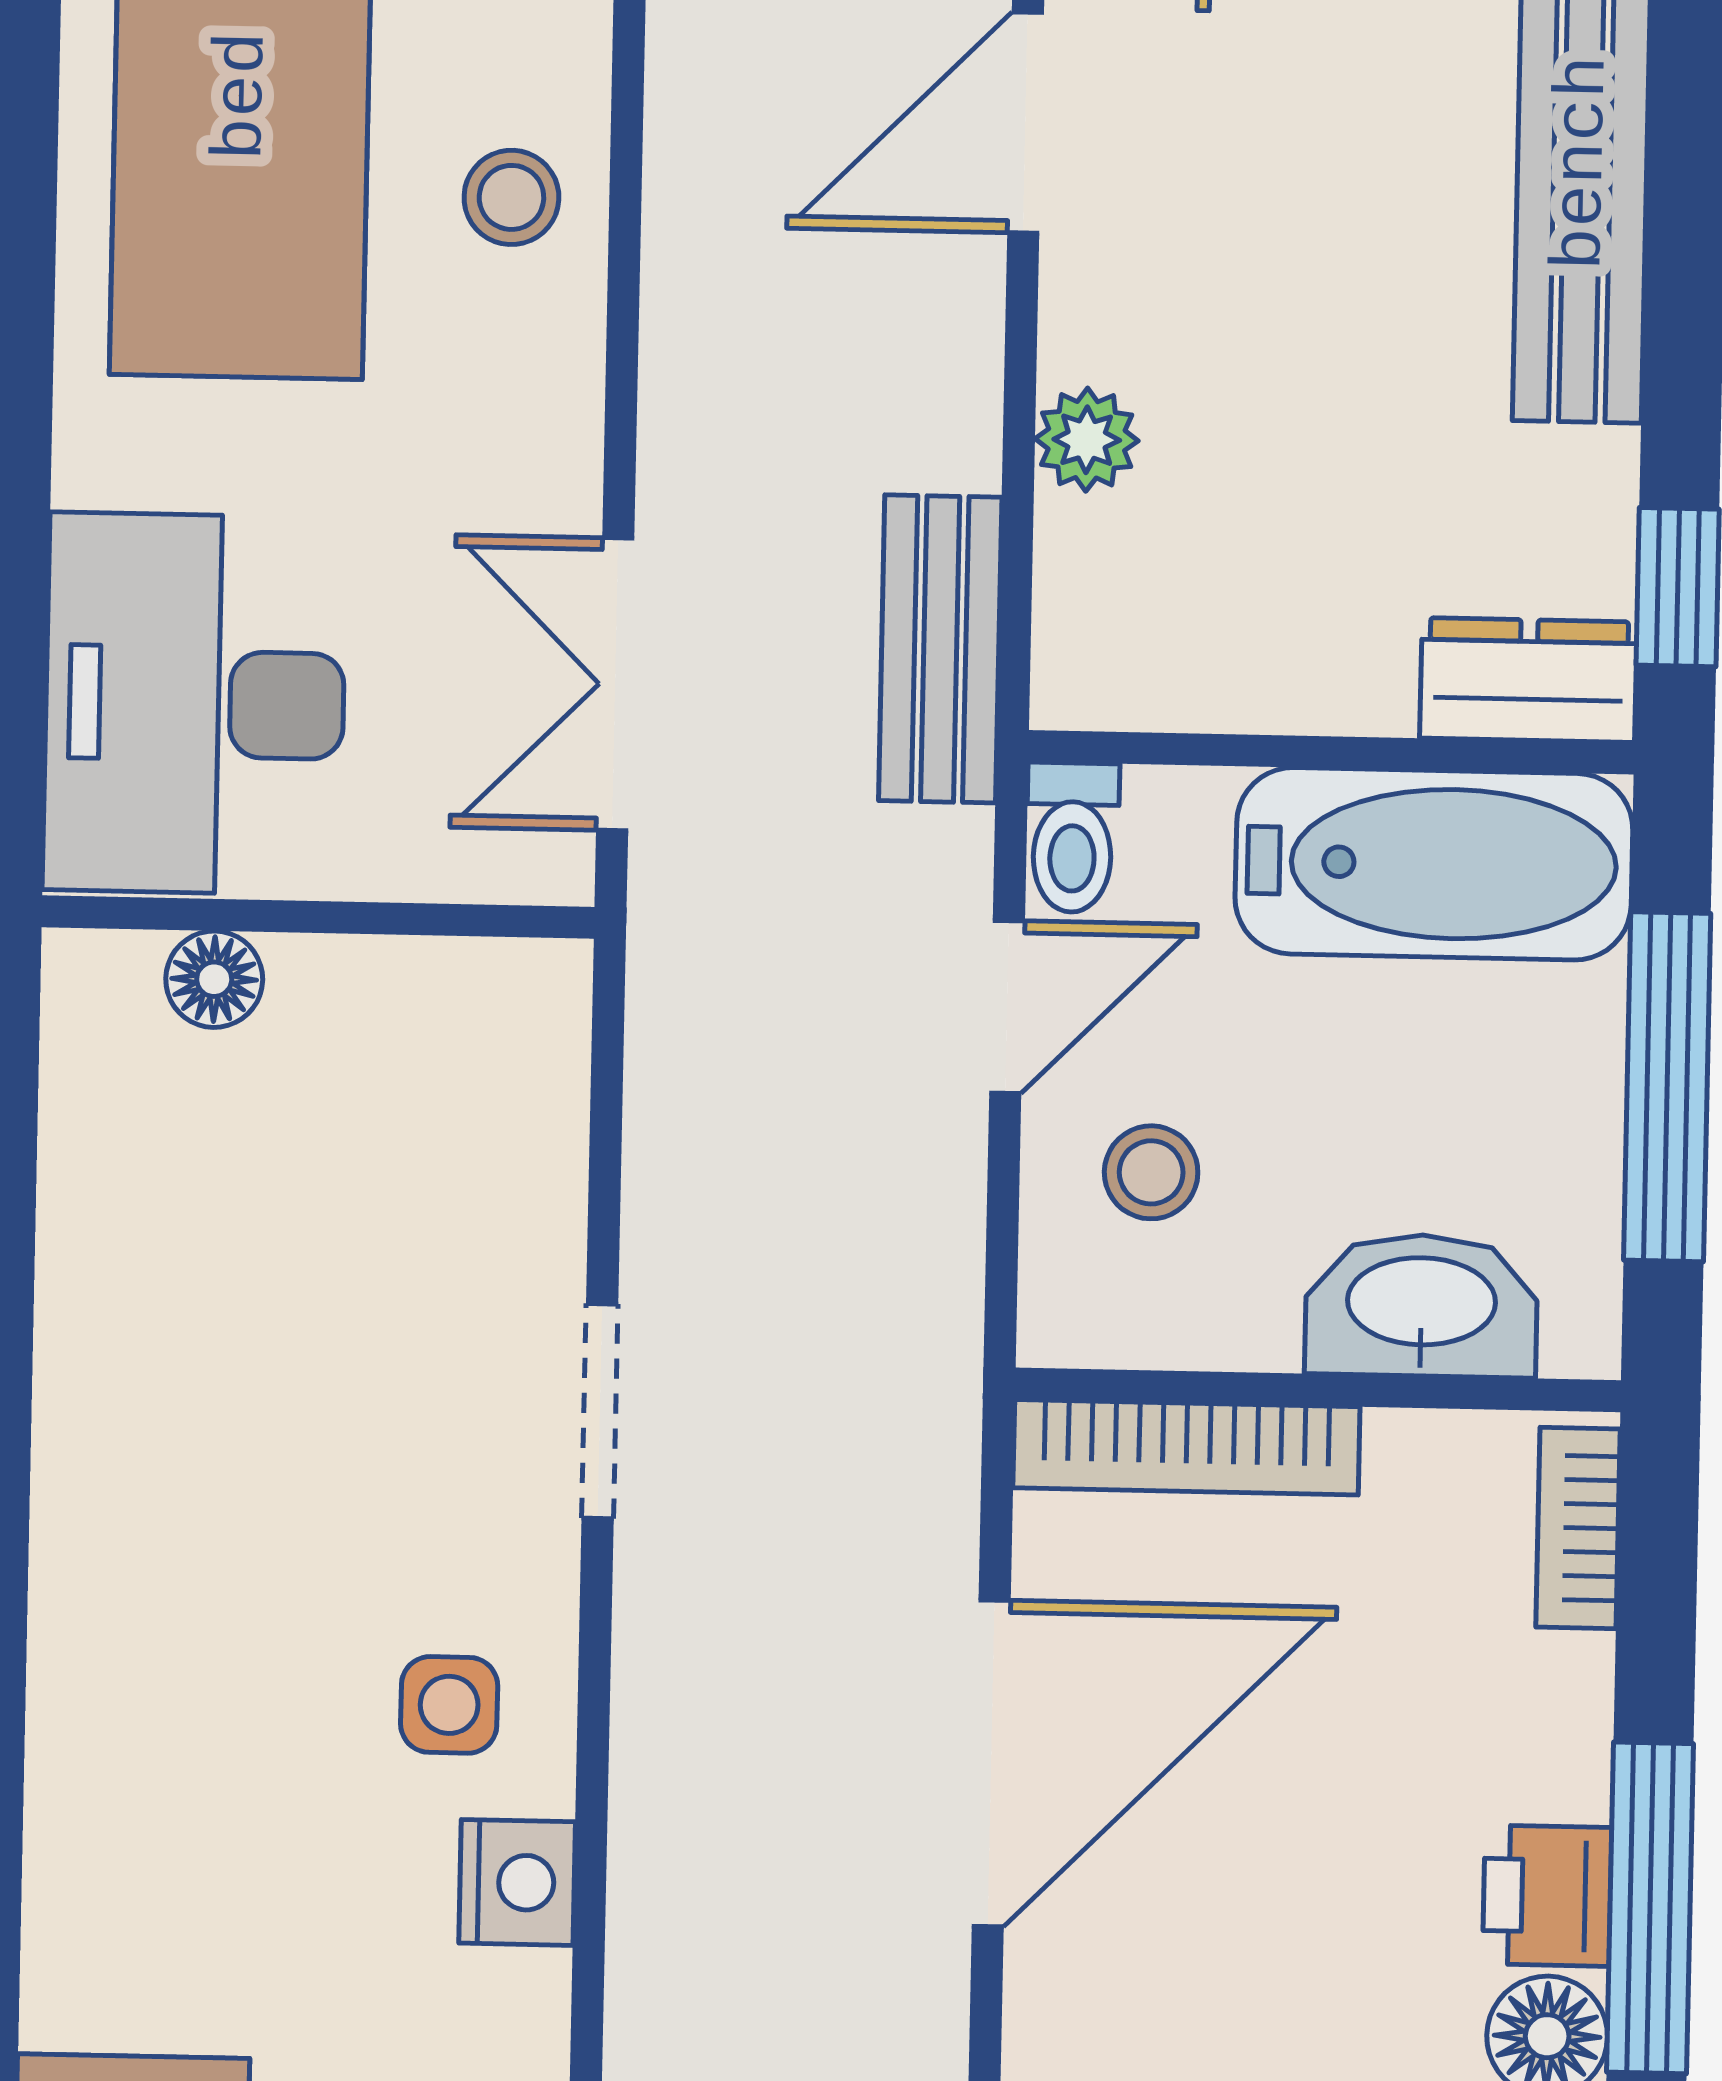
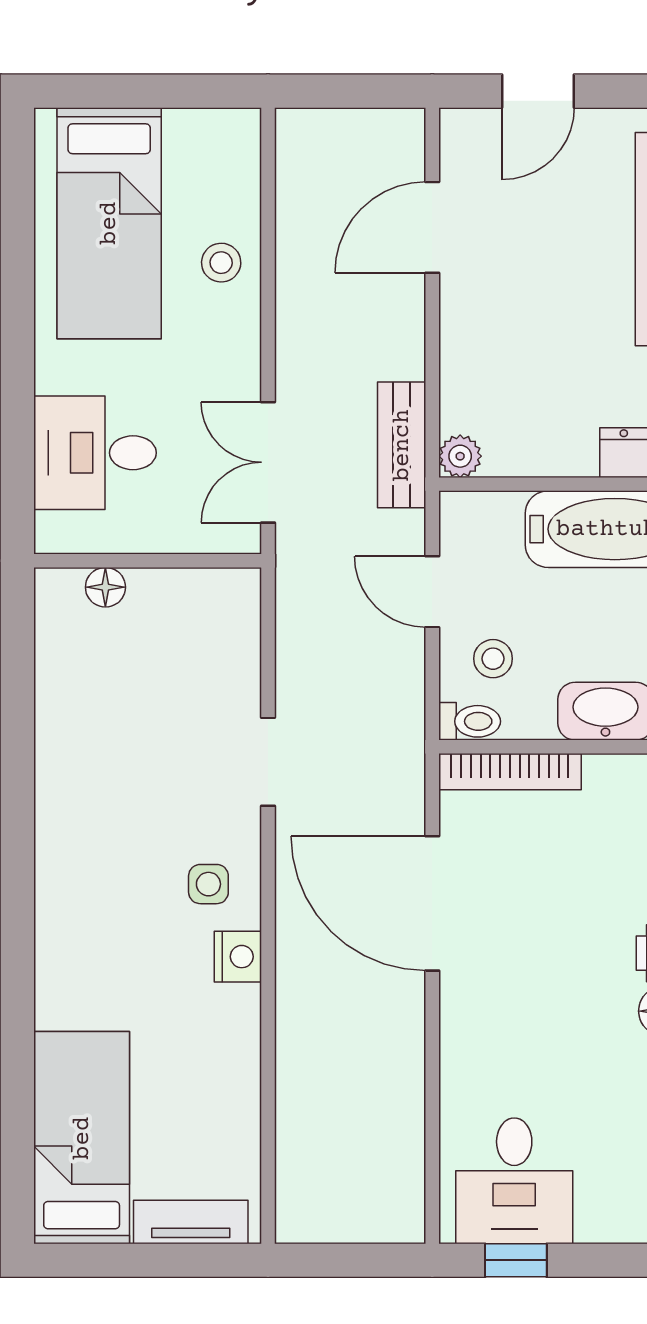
plant: (1087, 440) -> (460, 456), moved
desk: (195, 704) -> (95, 453), width x0.73
toilet: (1072, 837) -> (470, 721), moved, turned -90
door: (1007, 1007) -> (432, 592), swing flipped
door: (991, 1763) -> (432, 903), swing flipped

